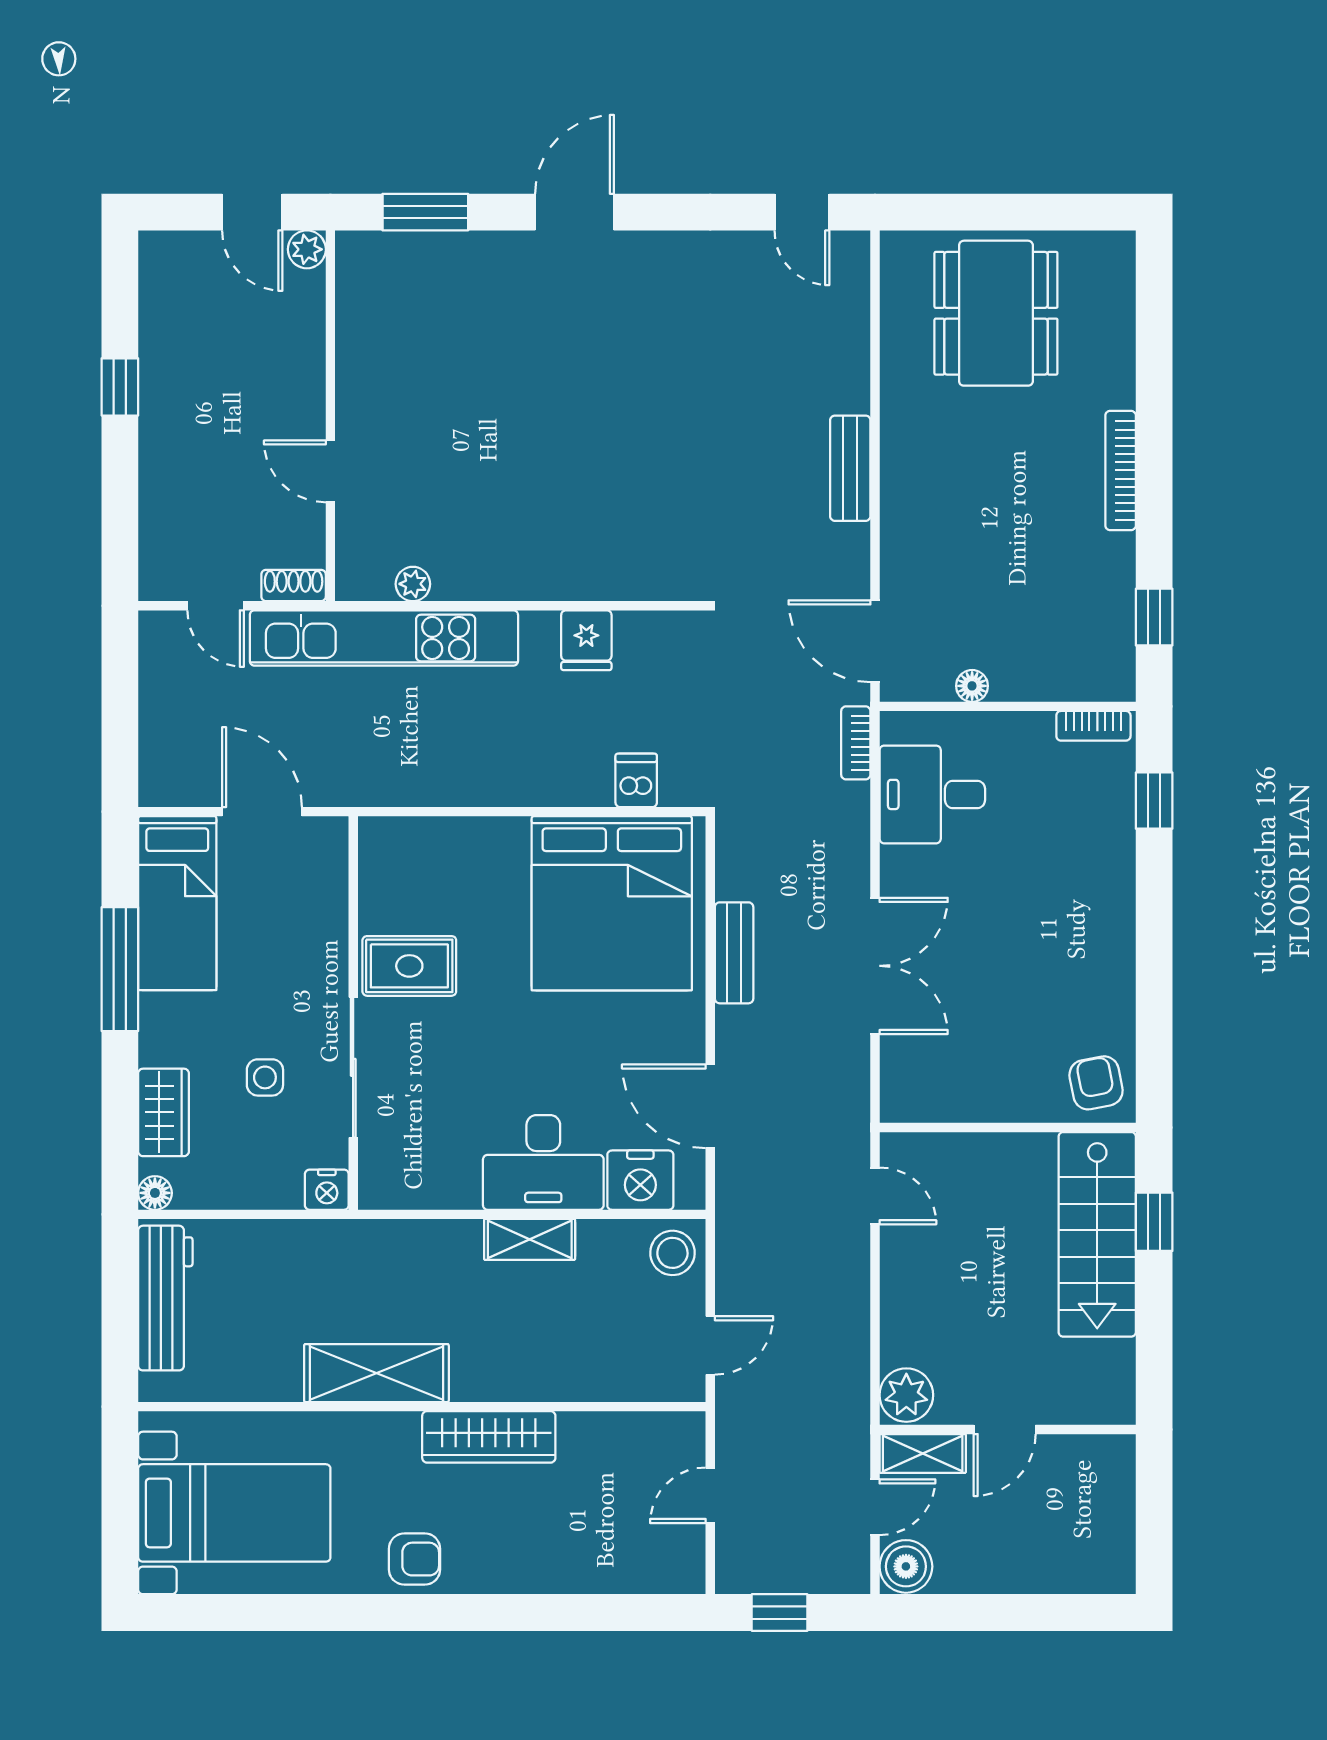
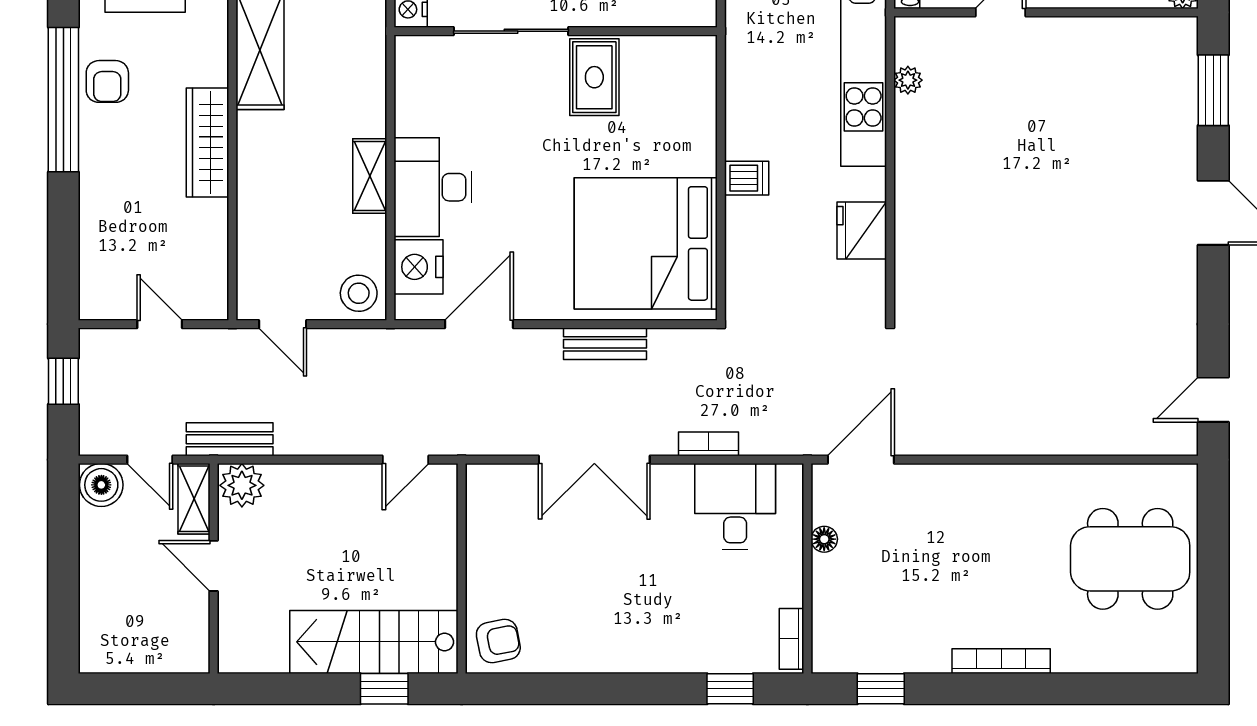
bench: (850, 468) -> (230, 439), moved
fridge: (586, 640) -> (862, 230), width x1.38
bookcase: (856, 743) -> (708, 444), moved
dishwasher: (636, 780) -> (747, 178), moved
window: (437, 1613) -> (63, 100), added

